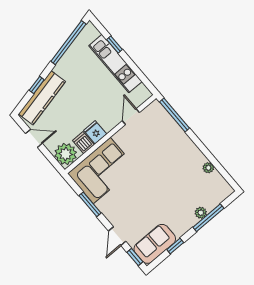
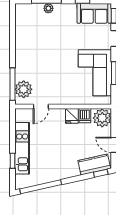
window: (37, 85) -> (101, 173), moved
kitchen counter: (42, 98) -> (94, 165), width x0.67
plant: (208, 168) -> (24, 89), moved, width x1.88, depth x1.88
corner sofa: (102, 170) -> (95, 73), moved, turned -90

